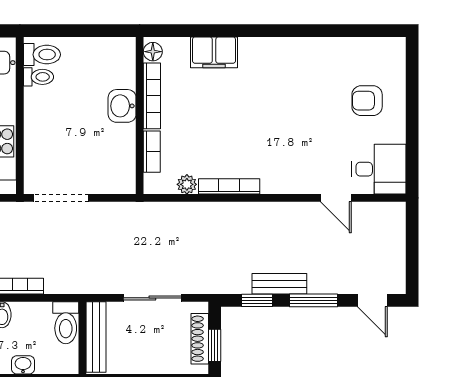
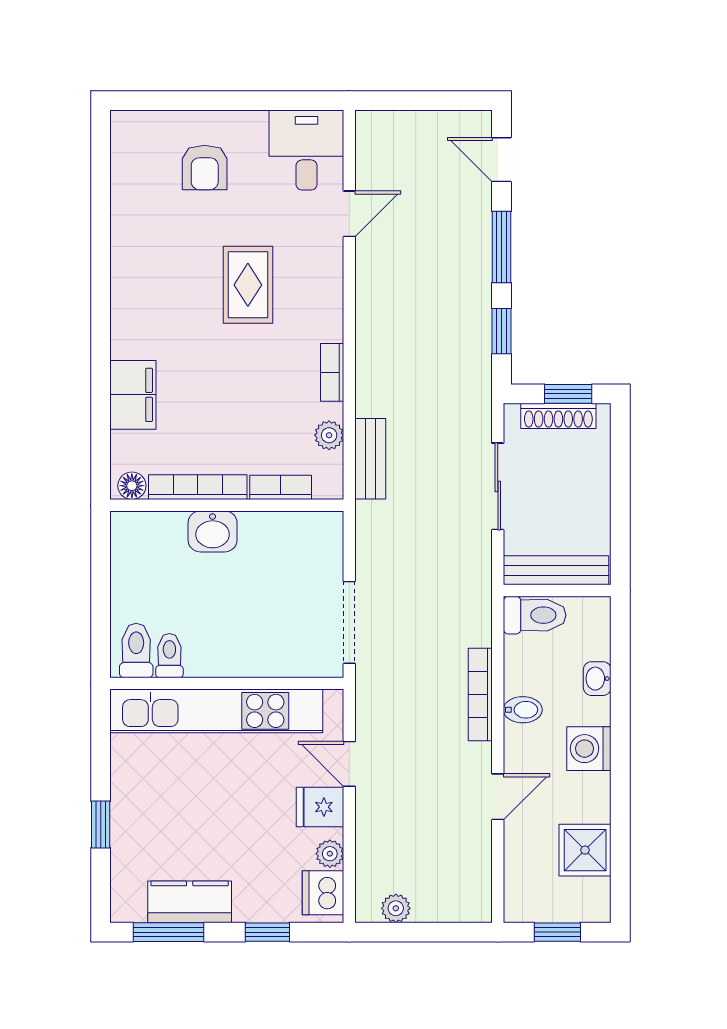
rug: (288, 130) -> (248, 285), added
bookcase: (229, 186) -> (332, 372), width x0.64
bench: (279, 284) -> (370, 459), moved
door: (372, 300) -> (501, 160), swing flipped

